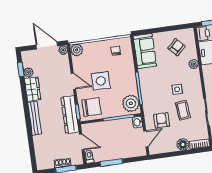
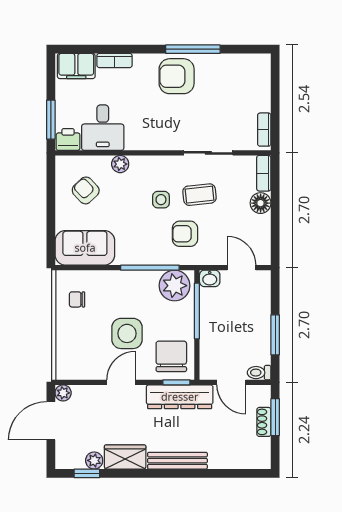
plant: (77, 50) -> (66, 369), removed
armchair: (162, 120) -> (185, 234), moved
door: (82, 142) -> (231, 382), swing flipped

